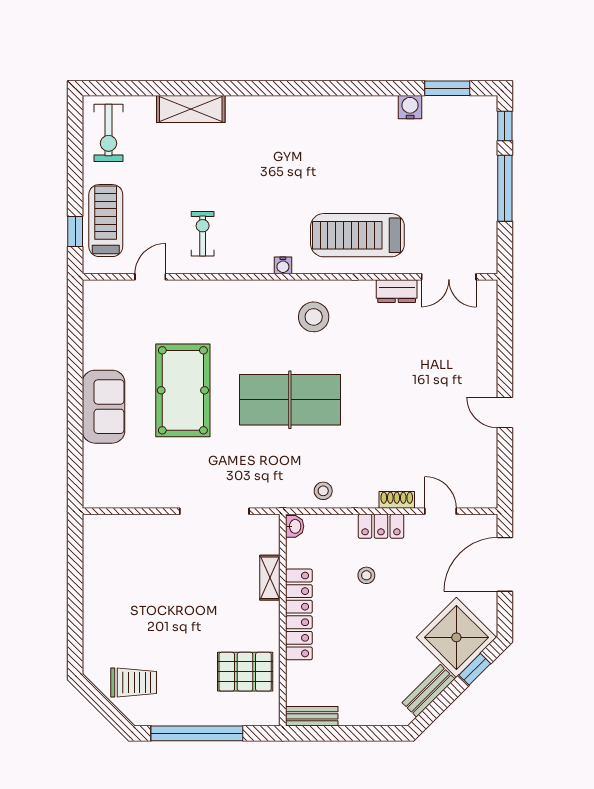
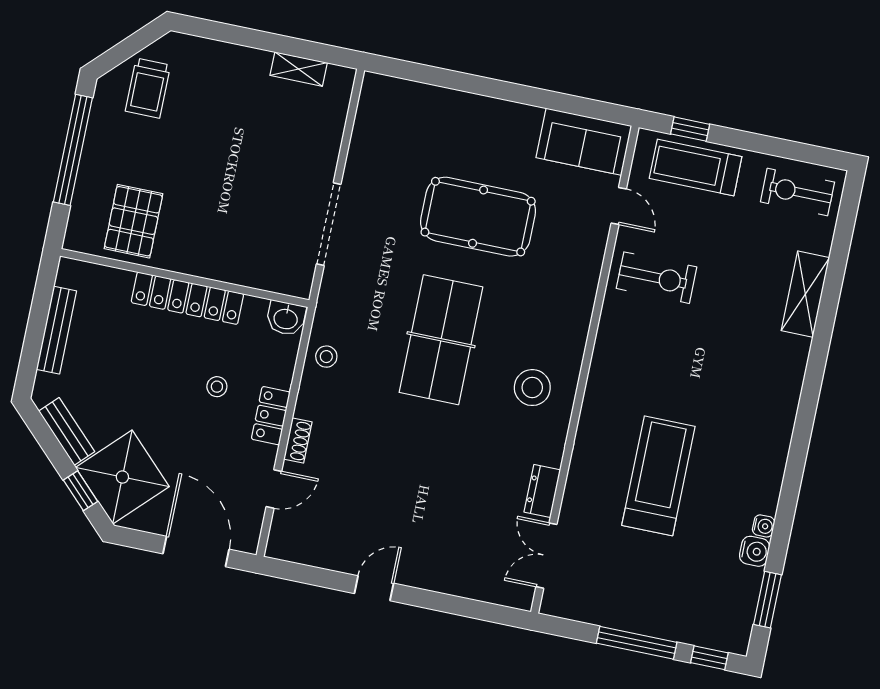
treadmill: (106, 221) -> (696, 167), turned 180
exercise bike: (203, 234) -> (657, 278), width x1.38, depth x1.39
treadmill: (357, 235) -> (658, 476), moved
water cooler: (283, 265) -> (764, 526), moved, turned 180
sofa: (104, 407) -> (584, 142), moved
washbasin: (295, 526) -> (286, 318), width x1.38, depth x1.45
shelving: (270, 578) -> (299, 69), moved
bench: (312, 716) -> (56, 330), moved, width x1.36

